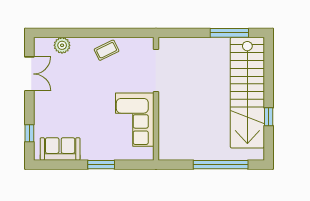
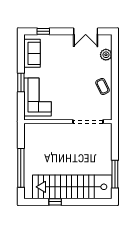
corner sofa: (135, 120) -> (38, 97), moved, turned 90

